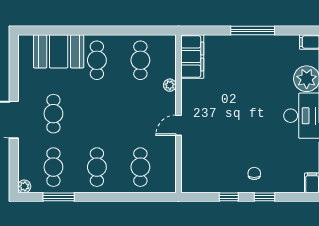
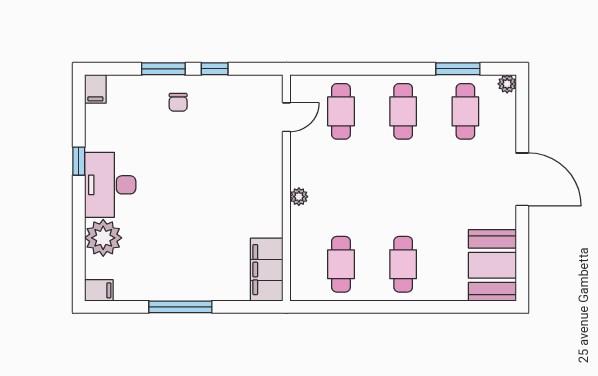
booth: (59, 51) -> (492, 265), moved, turned 90
plant: (170, 85) -> (299, 197), moved
cafe table: (53, 114) -> (465, 188), removed
door: (178, 125) -> (286, 117), moved
window: (265, 197) -> (163, 69), width x1.50

